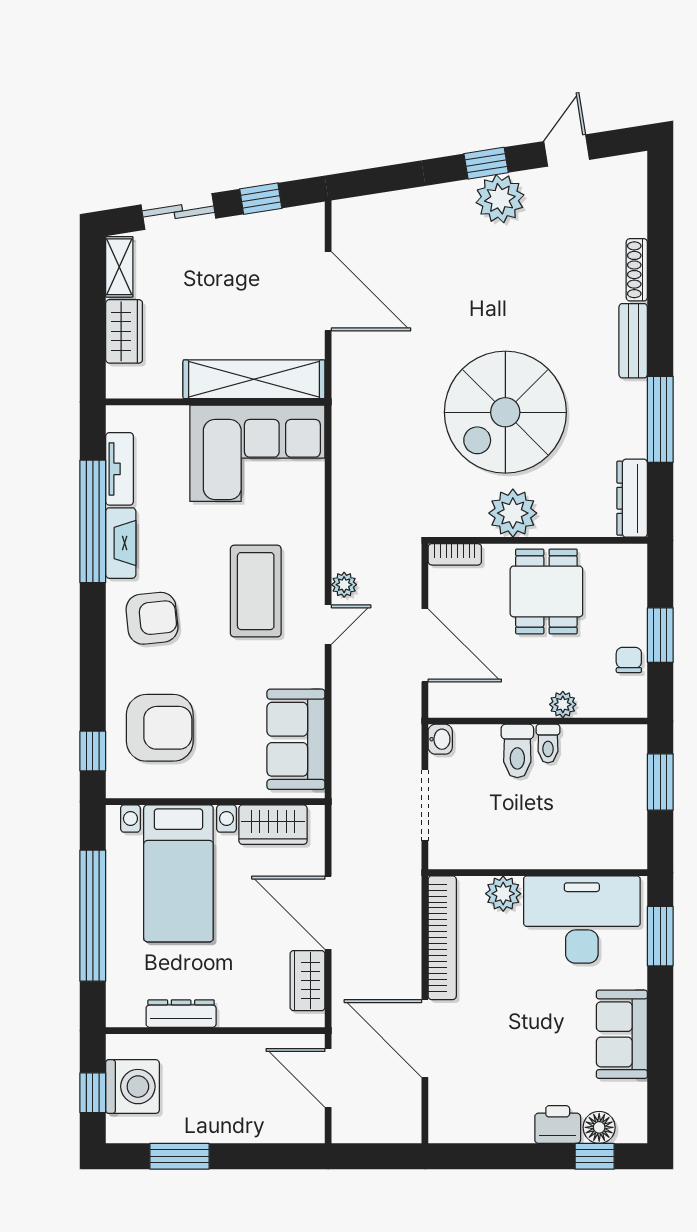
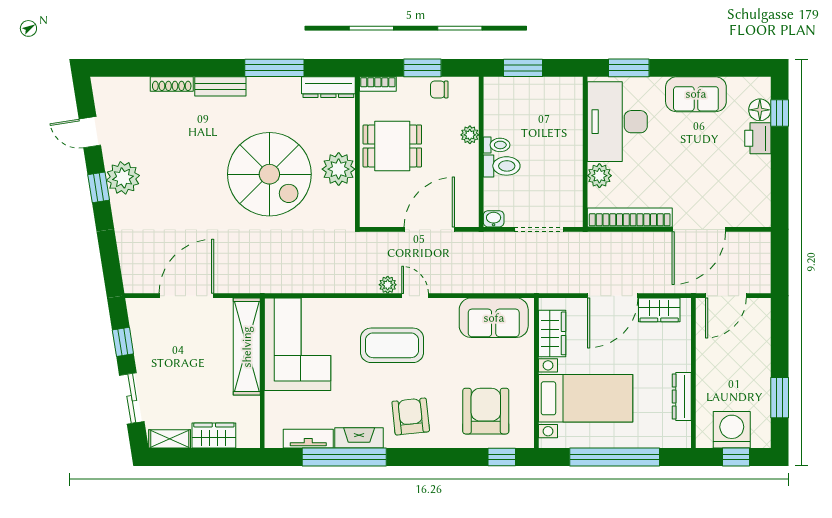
bookcase: (455, 554) -> (378, 84), moved, turned 90

